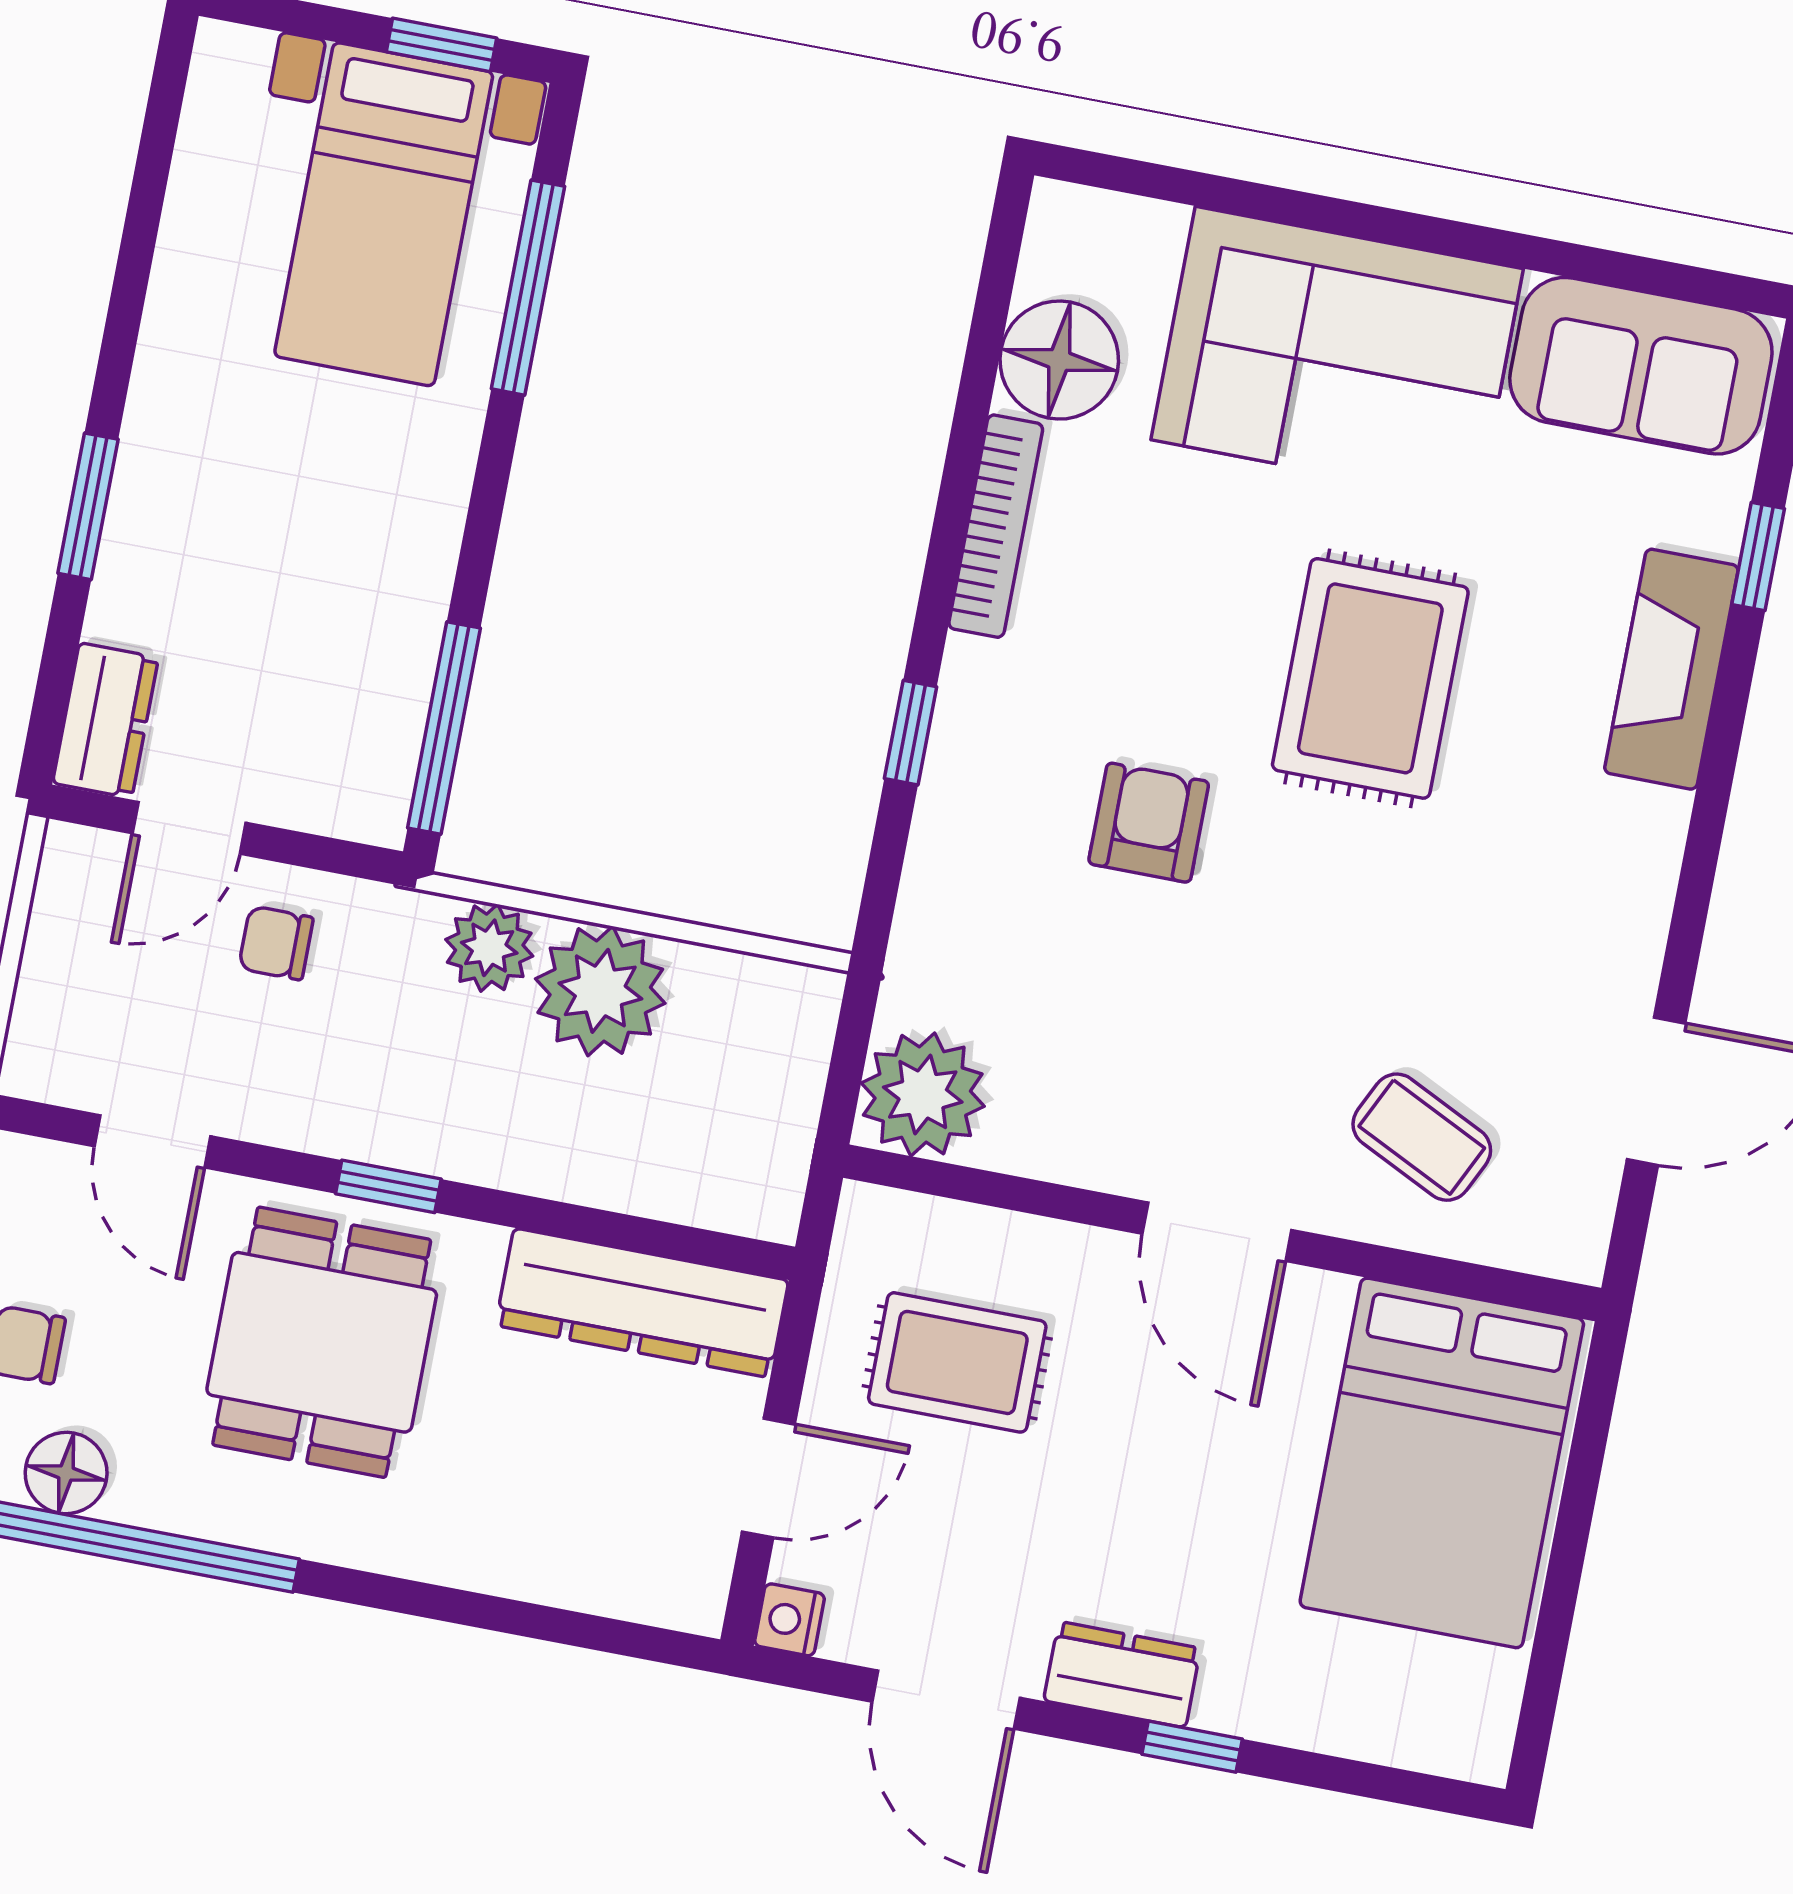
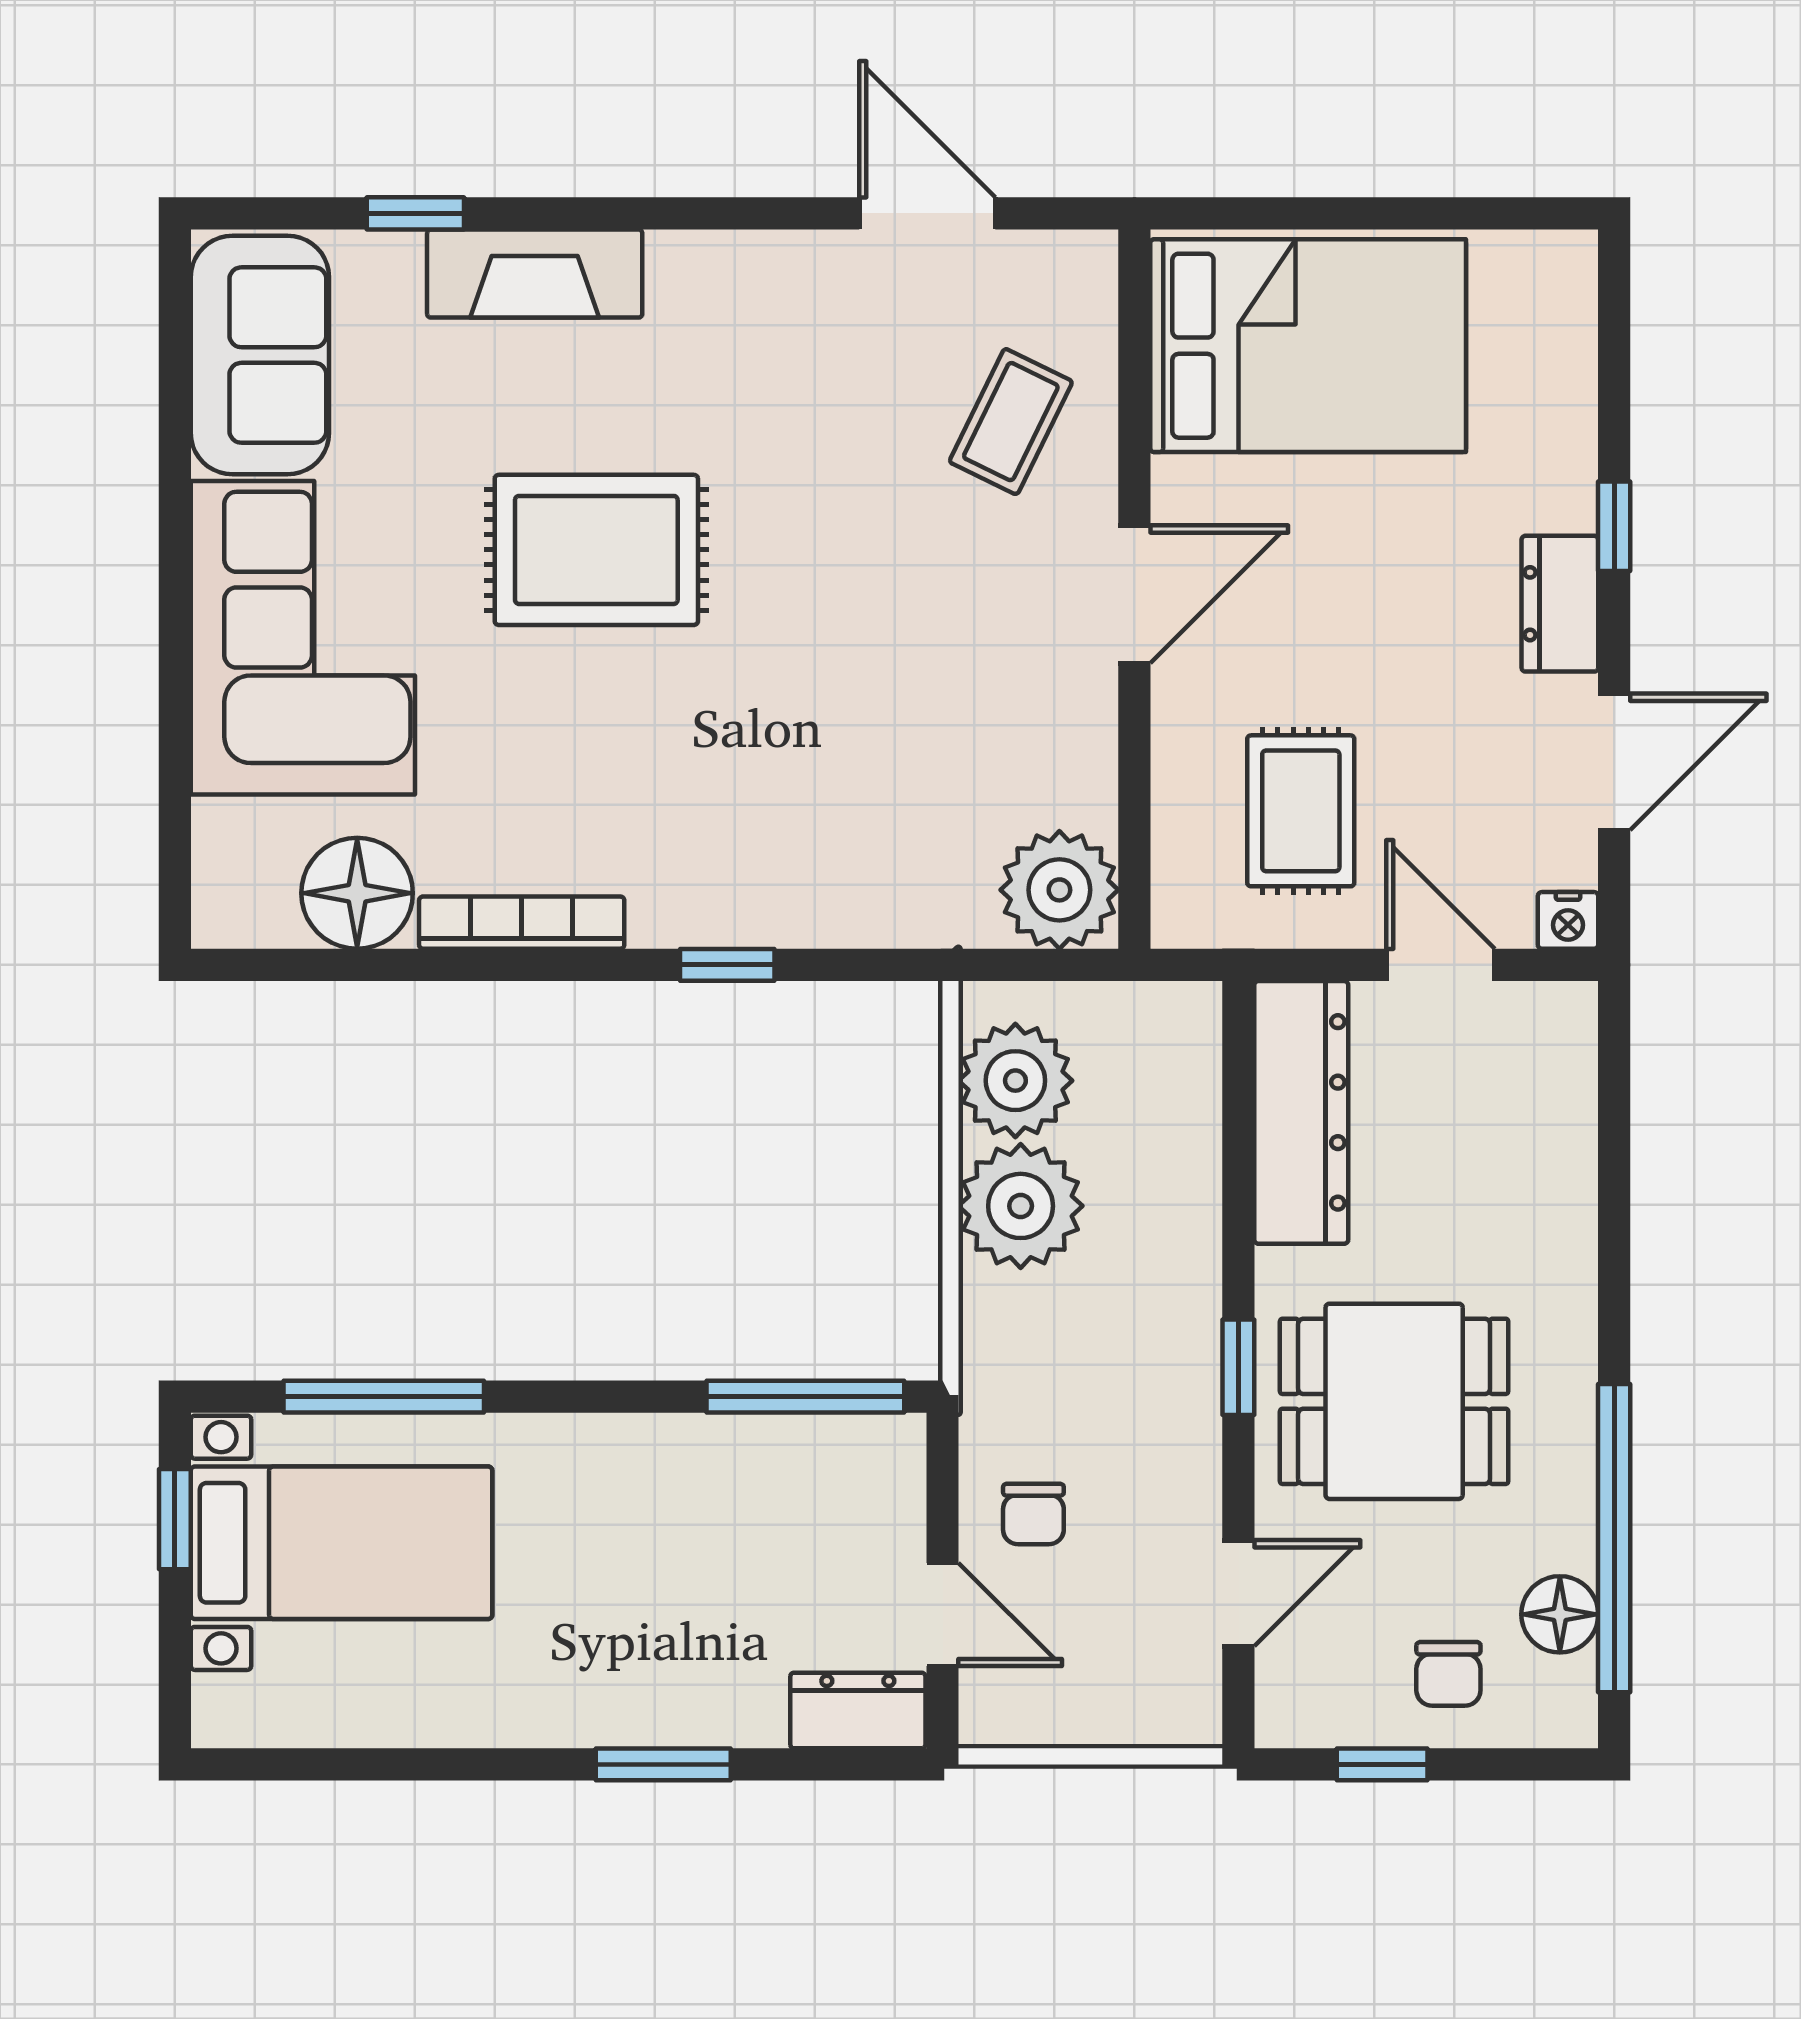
armchair: (1149, 823) -> (769, 729), removed
plant: (489, 948) -> (1015, 1081), moved, width x1.36, depth x1.36

